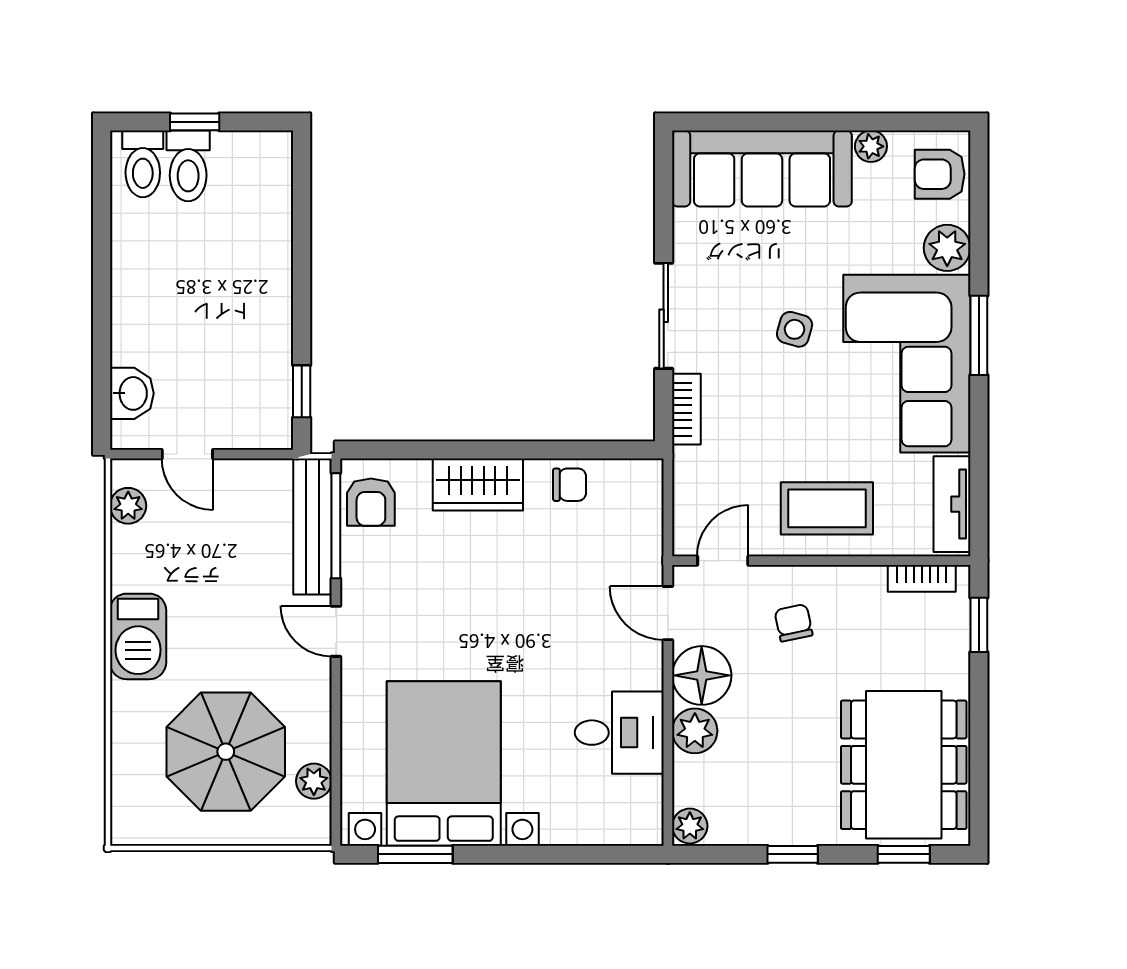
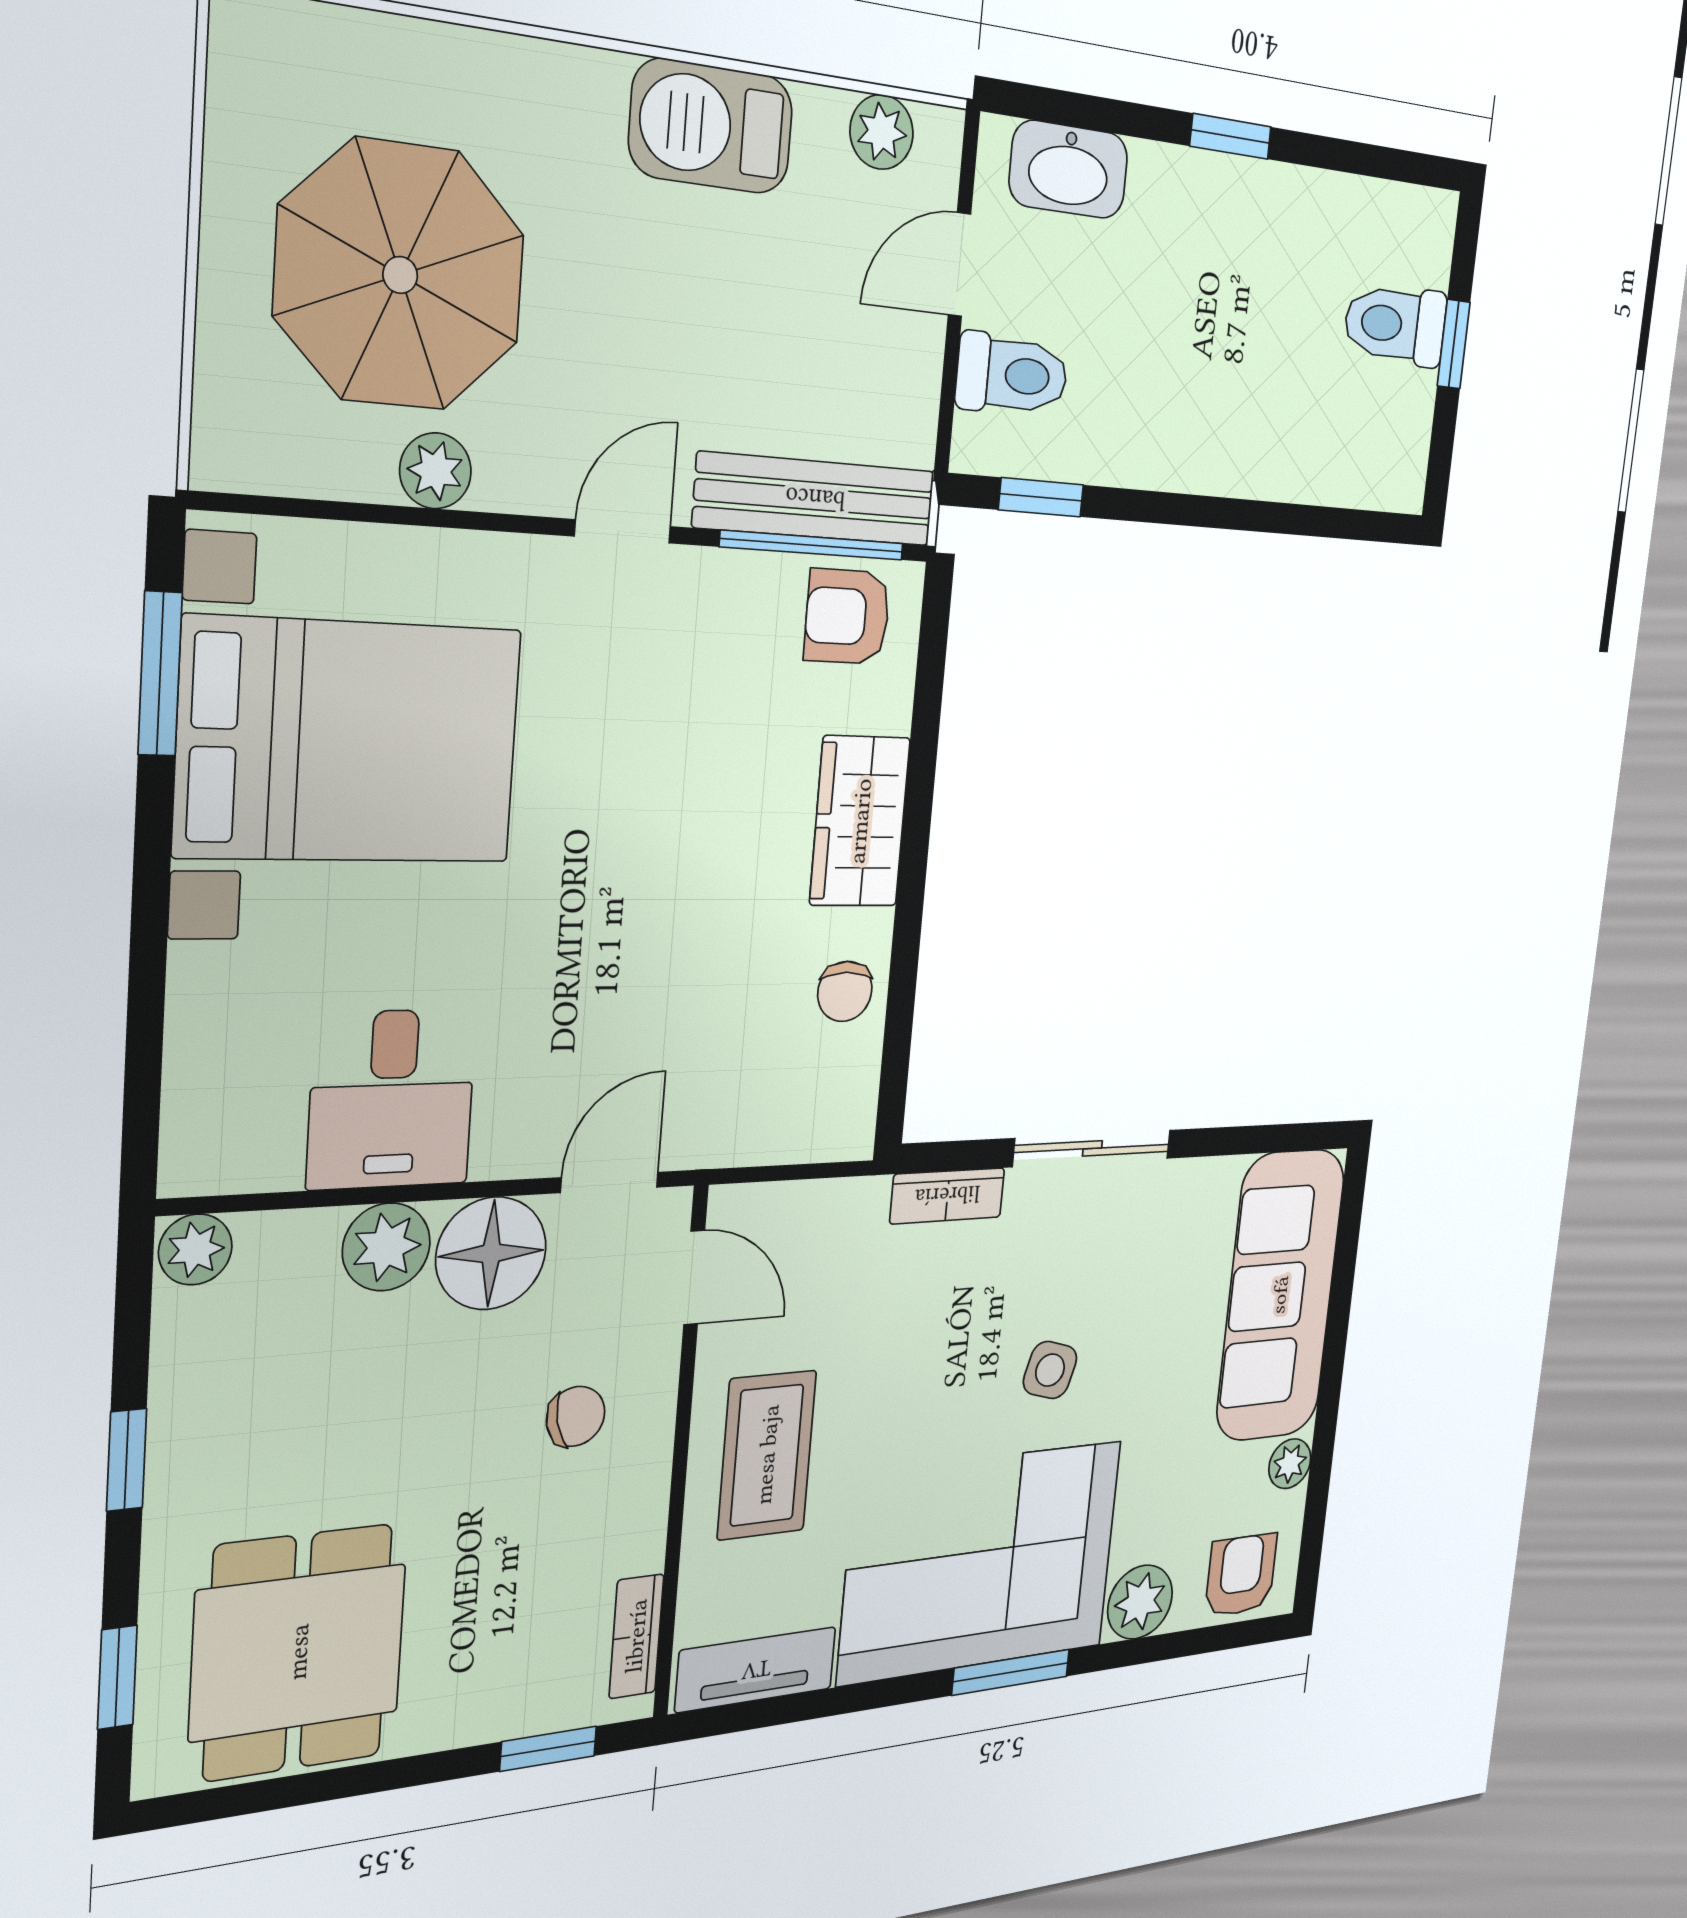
toilet: (143, 164) -> (1012, 375), moved, turned 180
window: (102, 293) -> (1231, 136), added
washbasin: (132, 393) -> (1069, 169), width x1.38
barbecue: (138, 636) -> (711, 126), moved
dining table: (904, 765) -> (298, 1652), width x0.73
plant: (314, 781) -> (435, 471), moved

